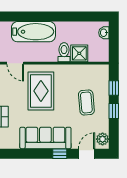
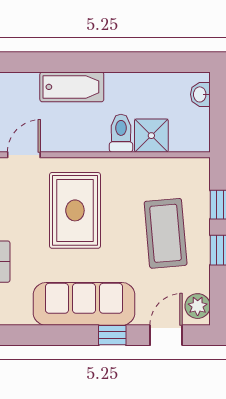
bathtub: (33, 32) -> (72, 87), width x0.73, depth x0.73
door: (15, 63) -> (24, 155), swing flipped
coffee table: (86, 102) -> (166, 233), width x1.36, depth x1.32

